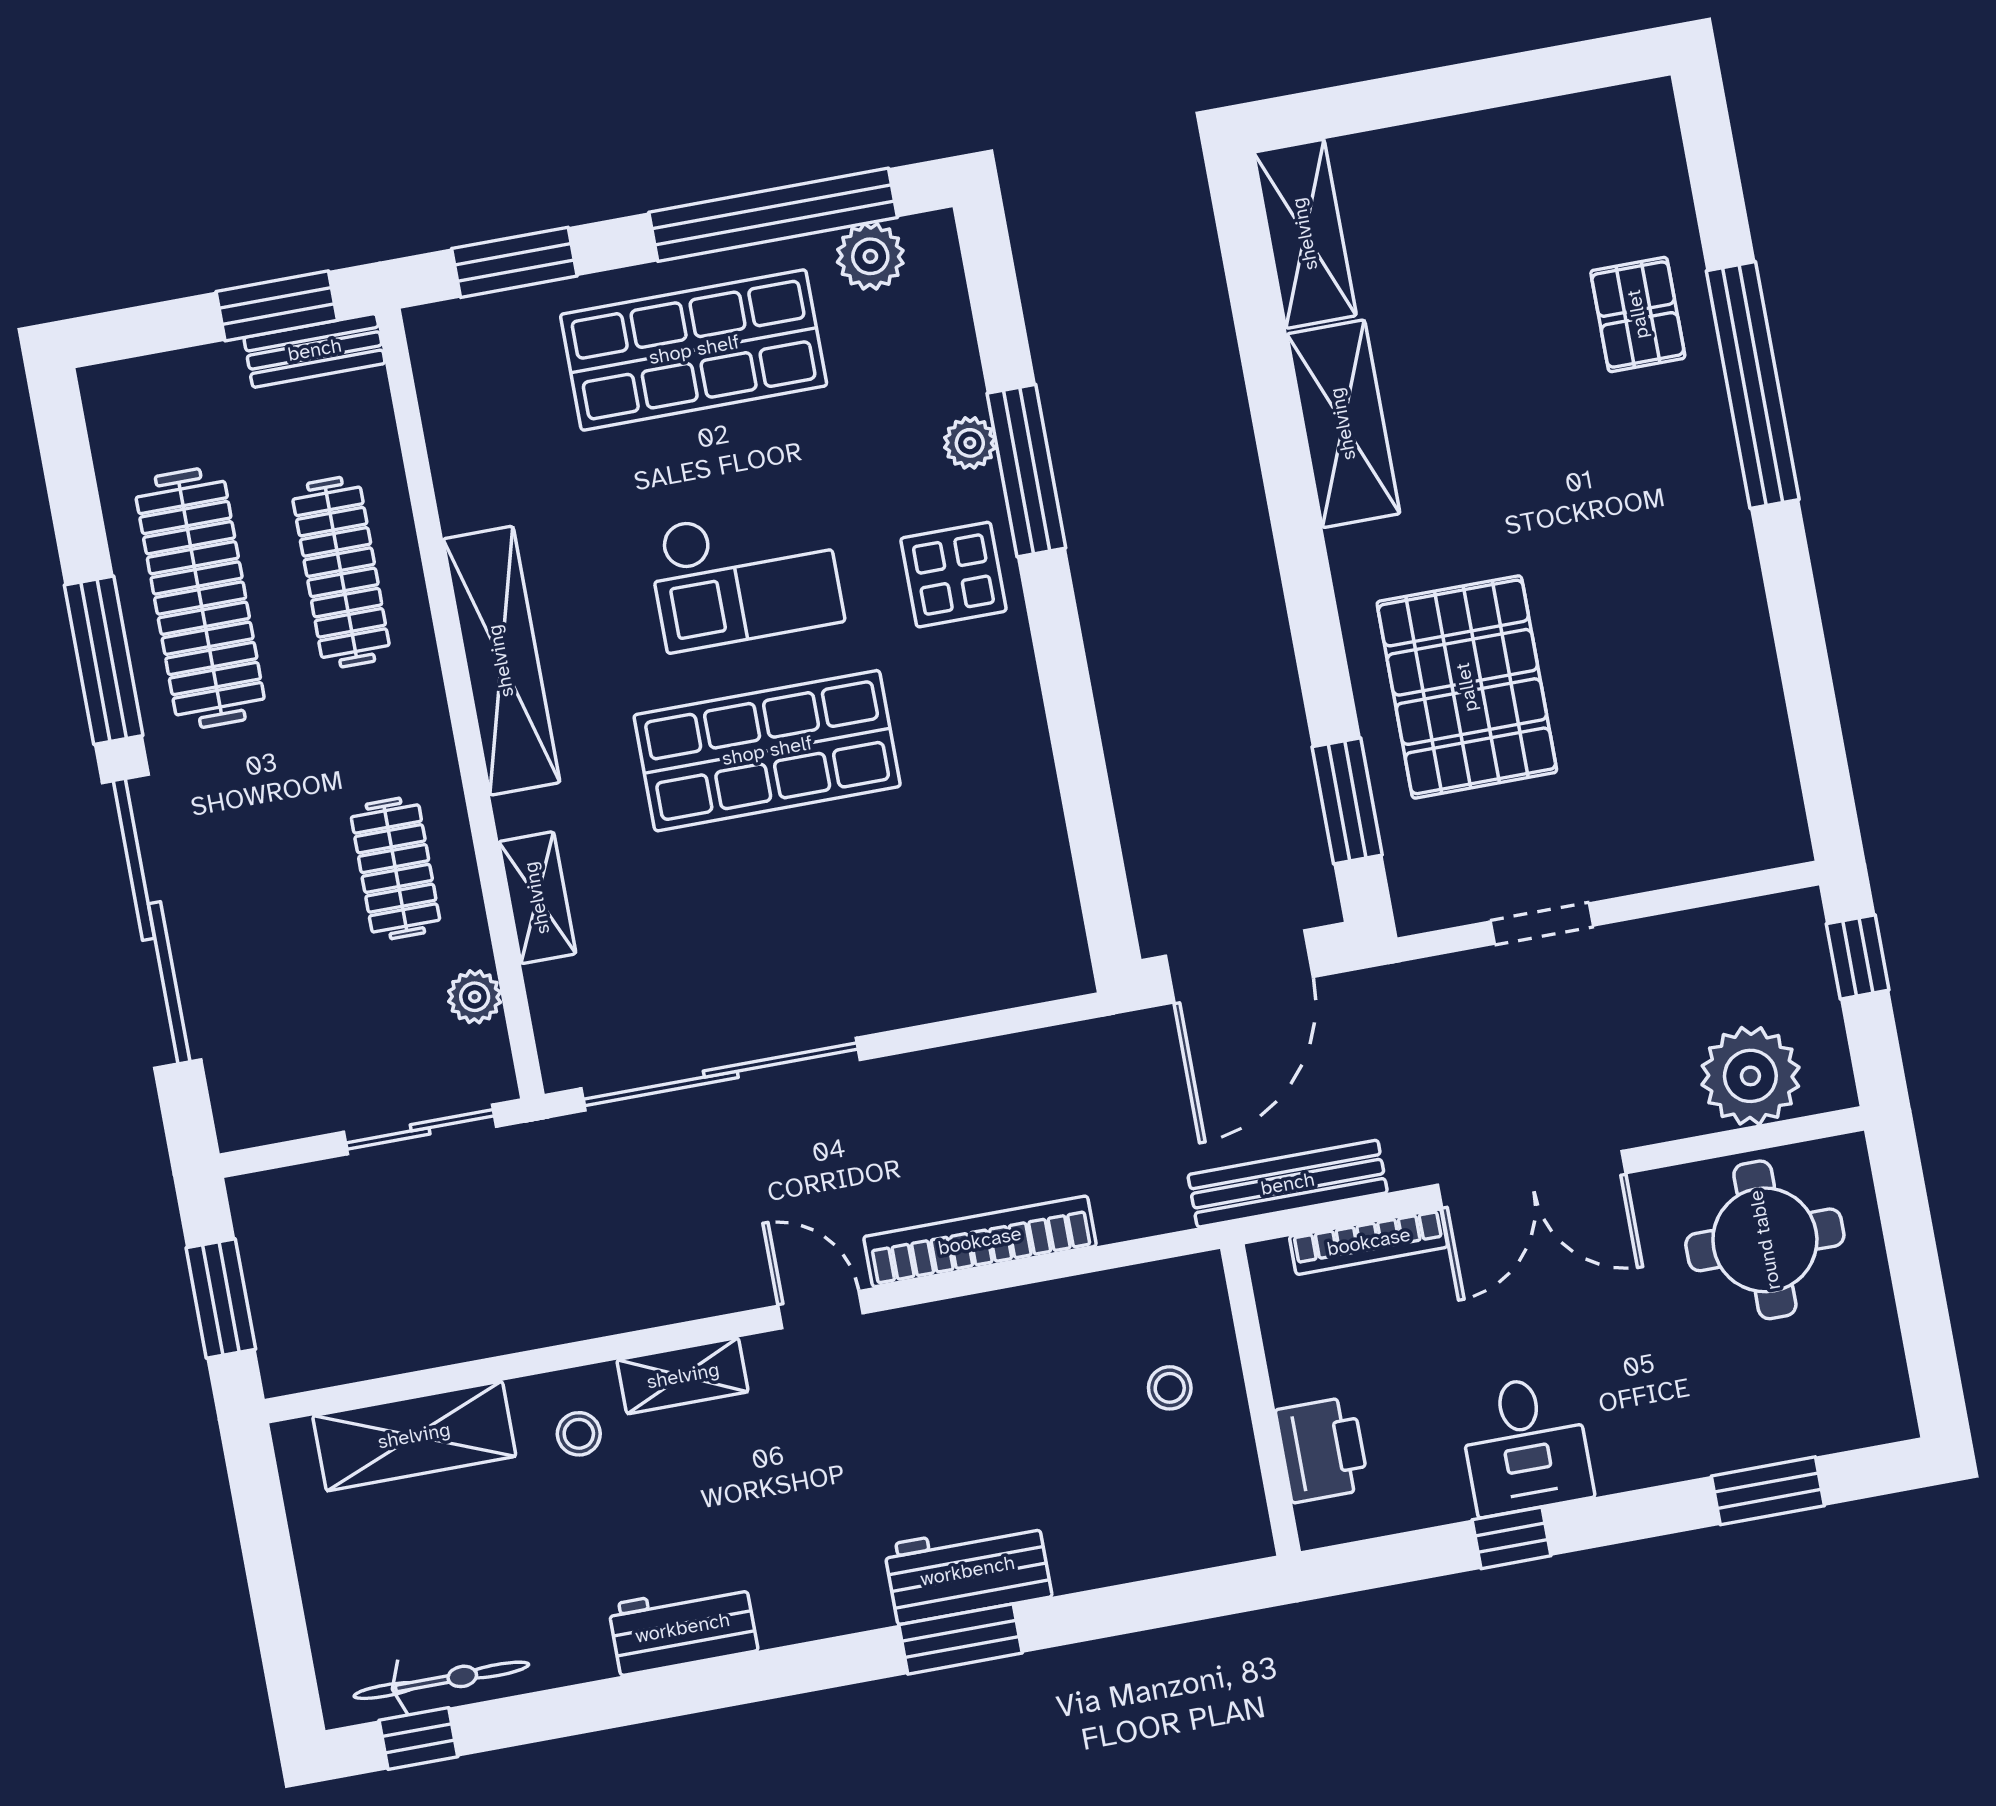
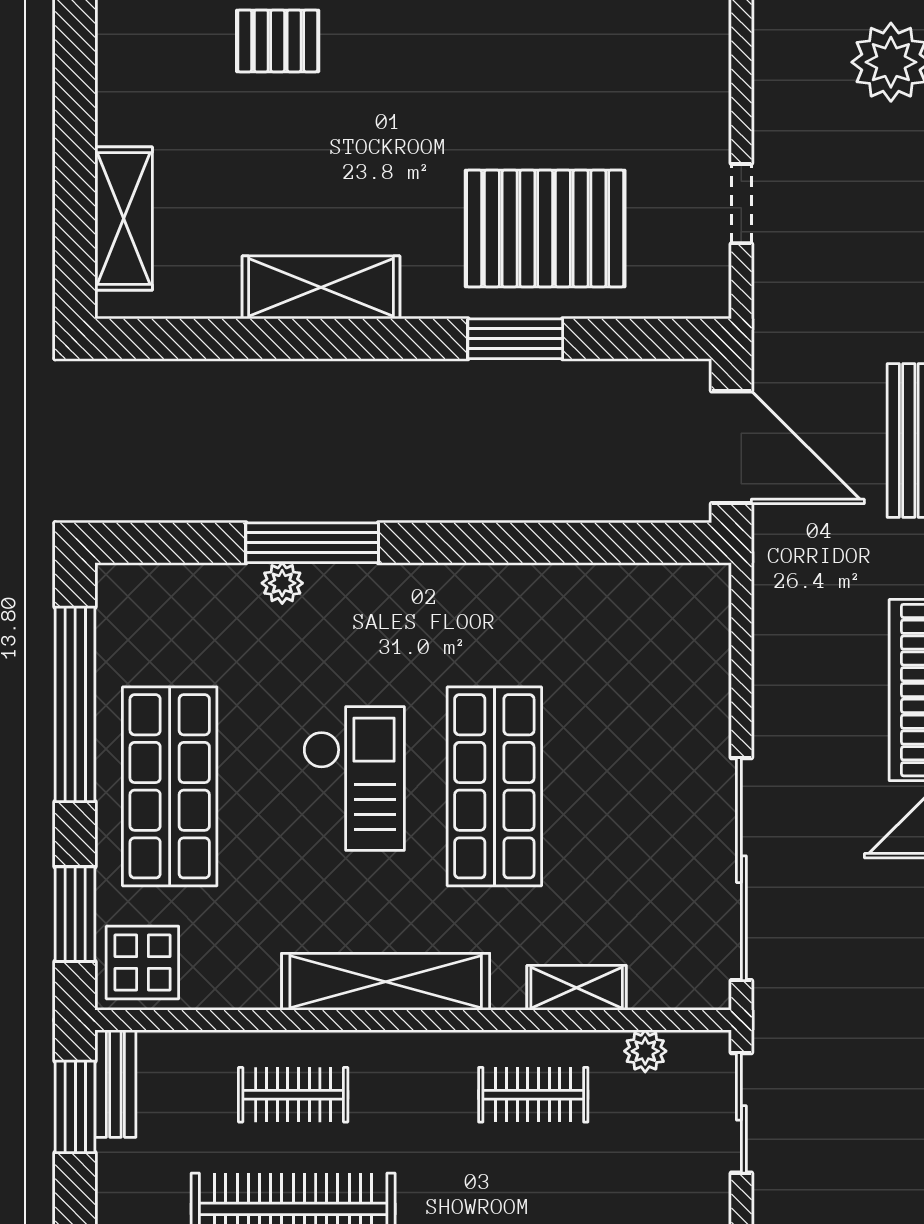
shelving: (1305, 234) -> (124, 219), moved, turned 90
plant: (870, 256) -> (122, 634), removed
clothes rail: (341, 572) -> (293, 1095), width x0.73
display table: (953, 575) -> (142, 962), moved
window: (1347, 801) -> (515, 339), moved

